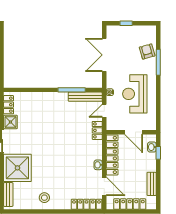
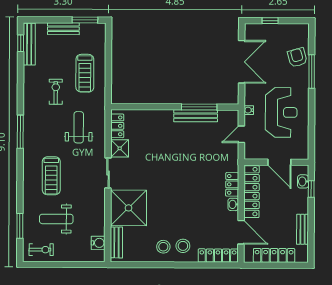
double door: (104, 55) -> (242, 62), swing flipped
reception desk: (135, 94) -> (281, 112), turned 180
bench: (85, 97) -> (196, 116), moved
locker: (97, 130) -> (232, 184), moved
stool: (59, 197) -> (183, 246), added

